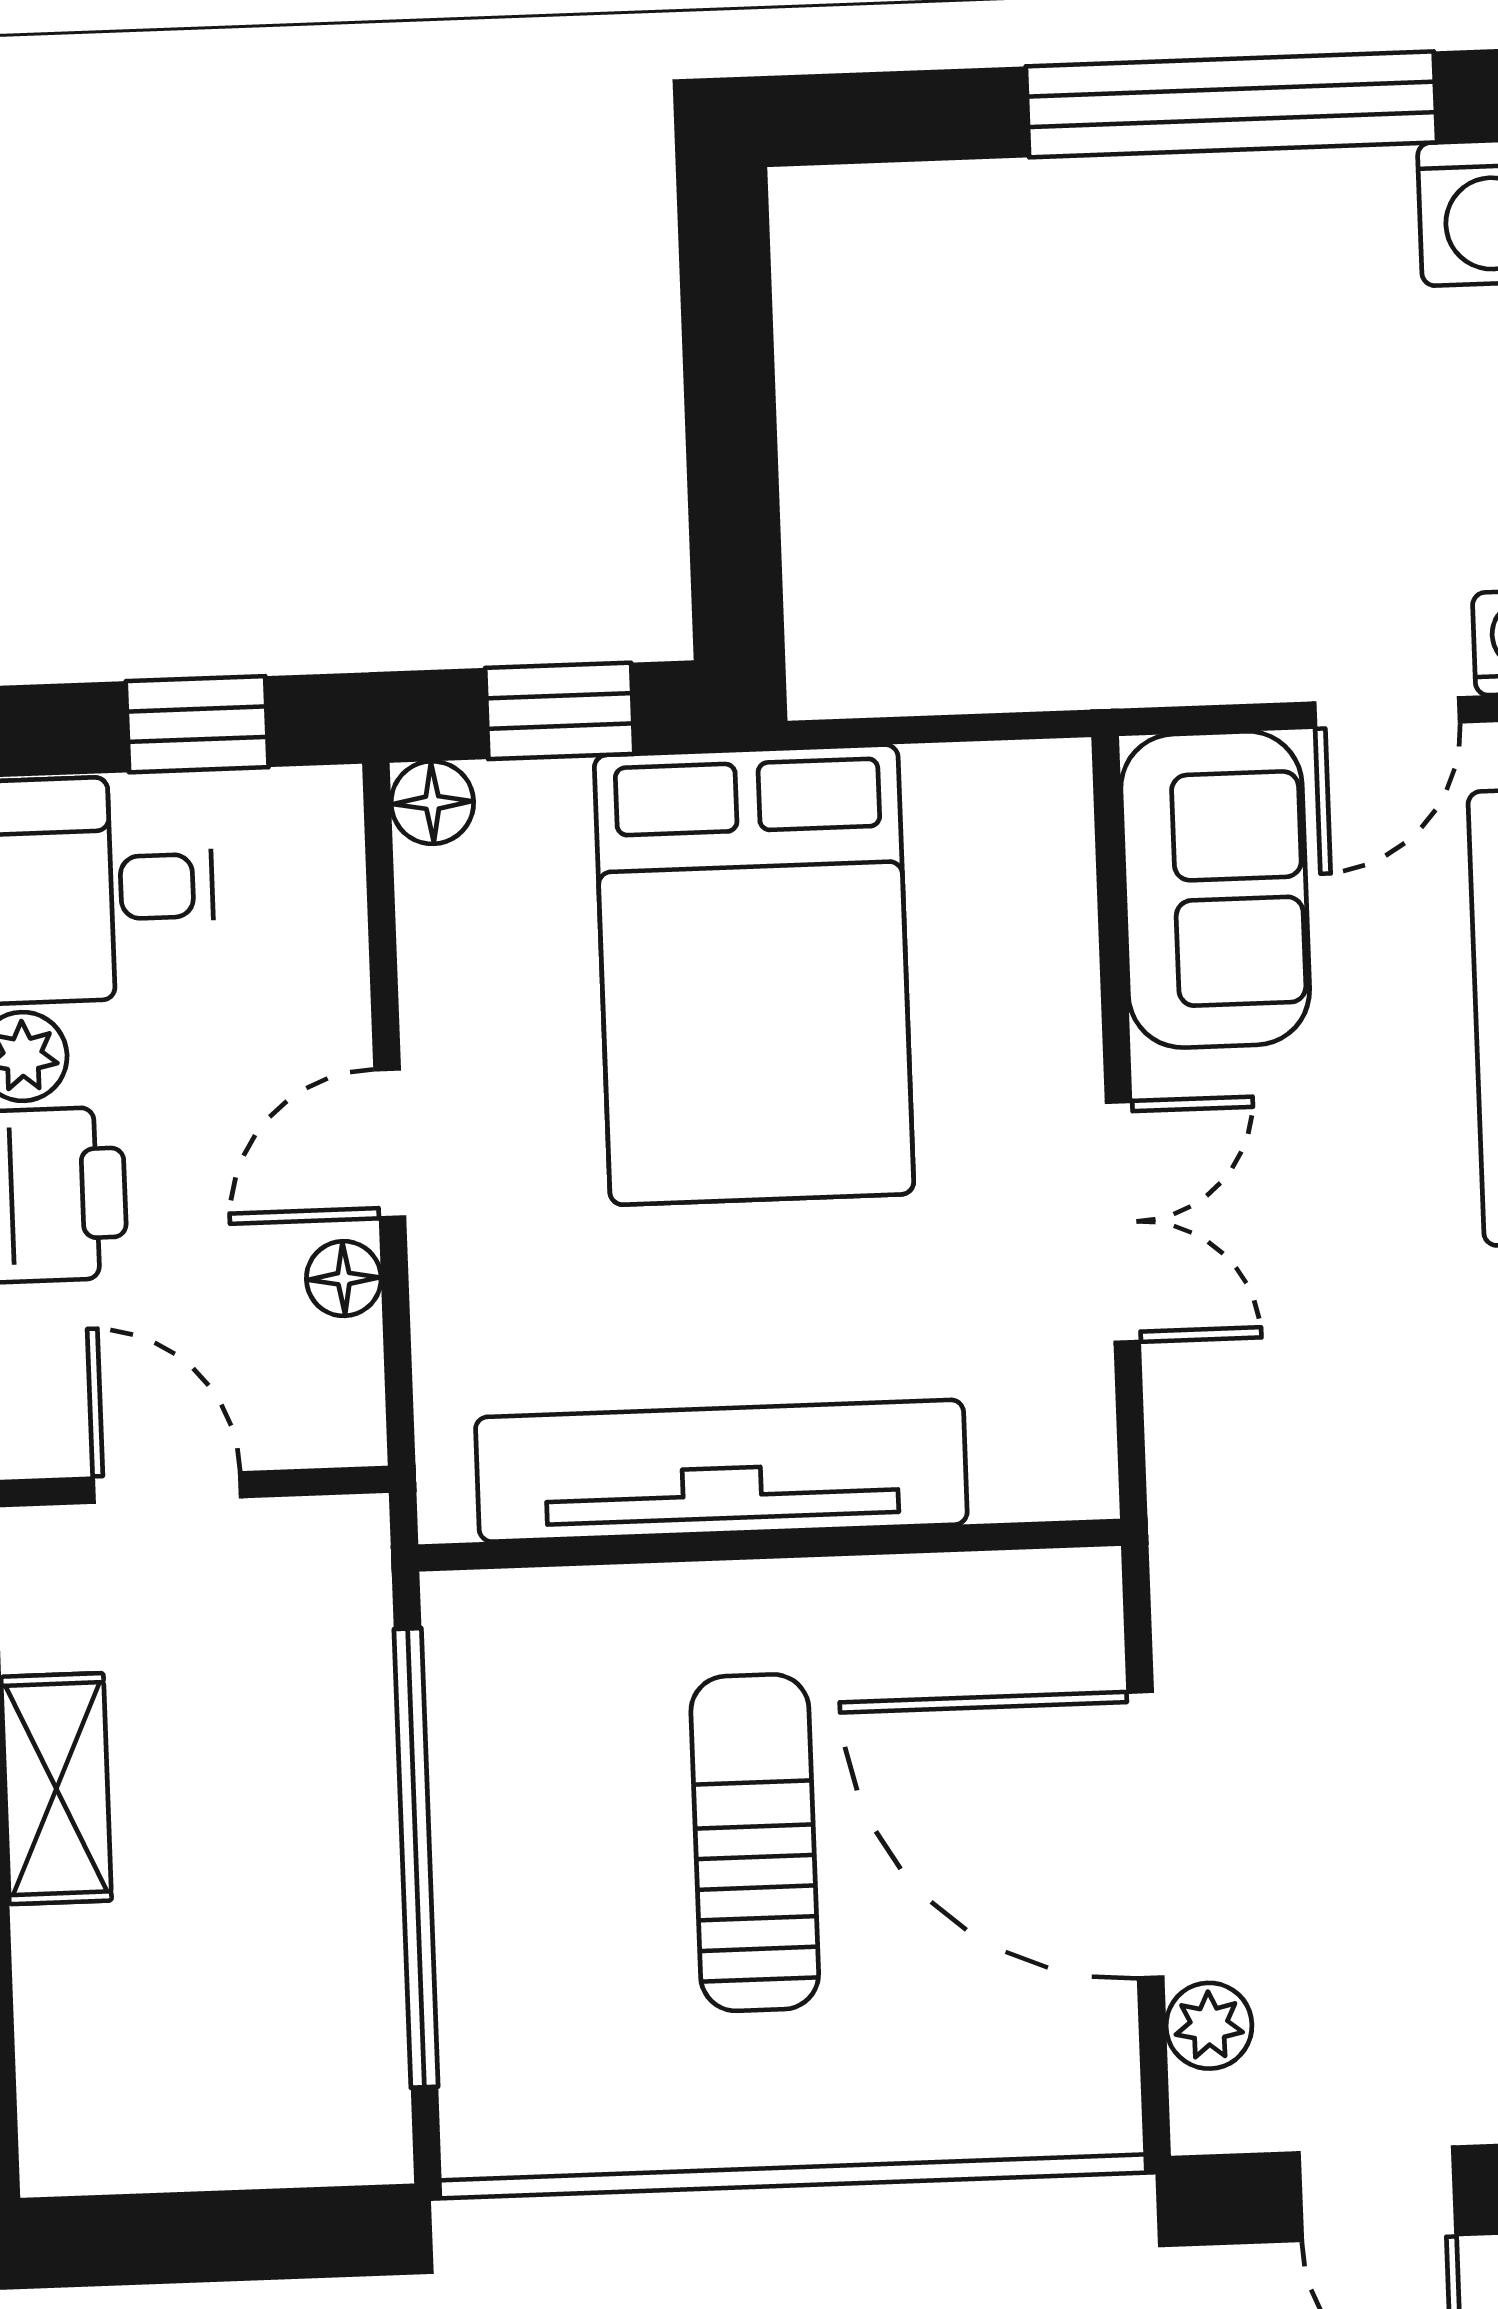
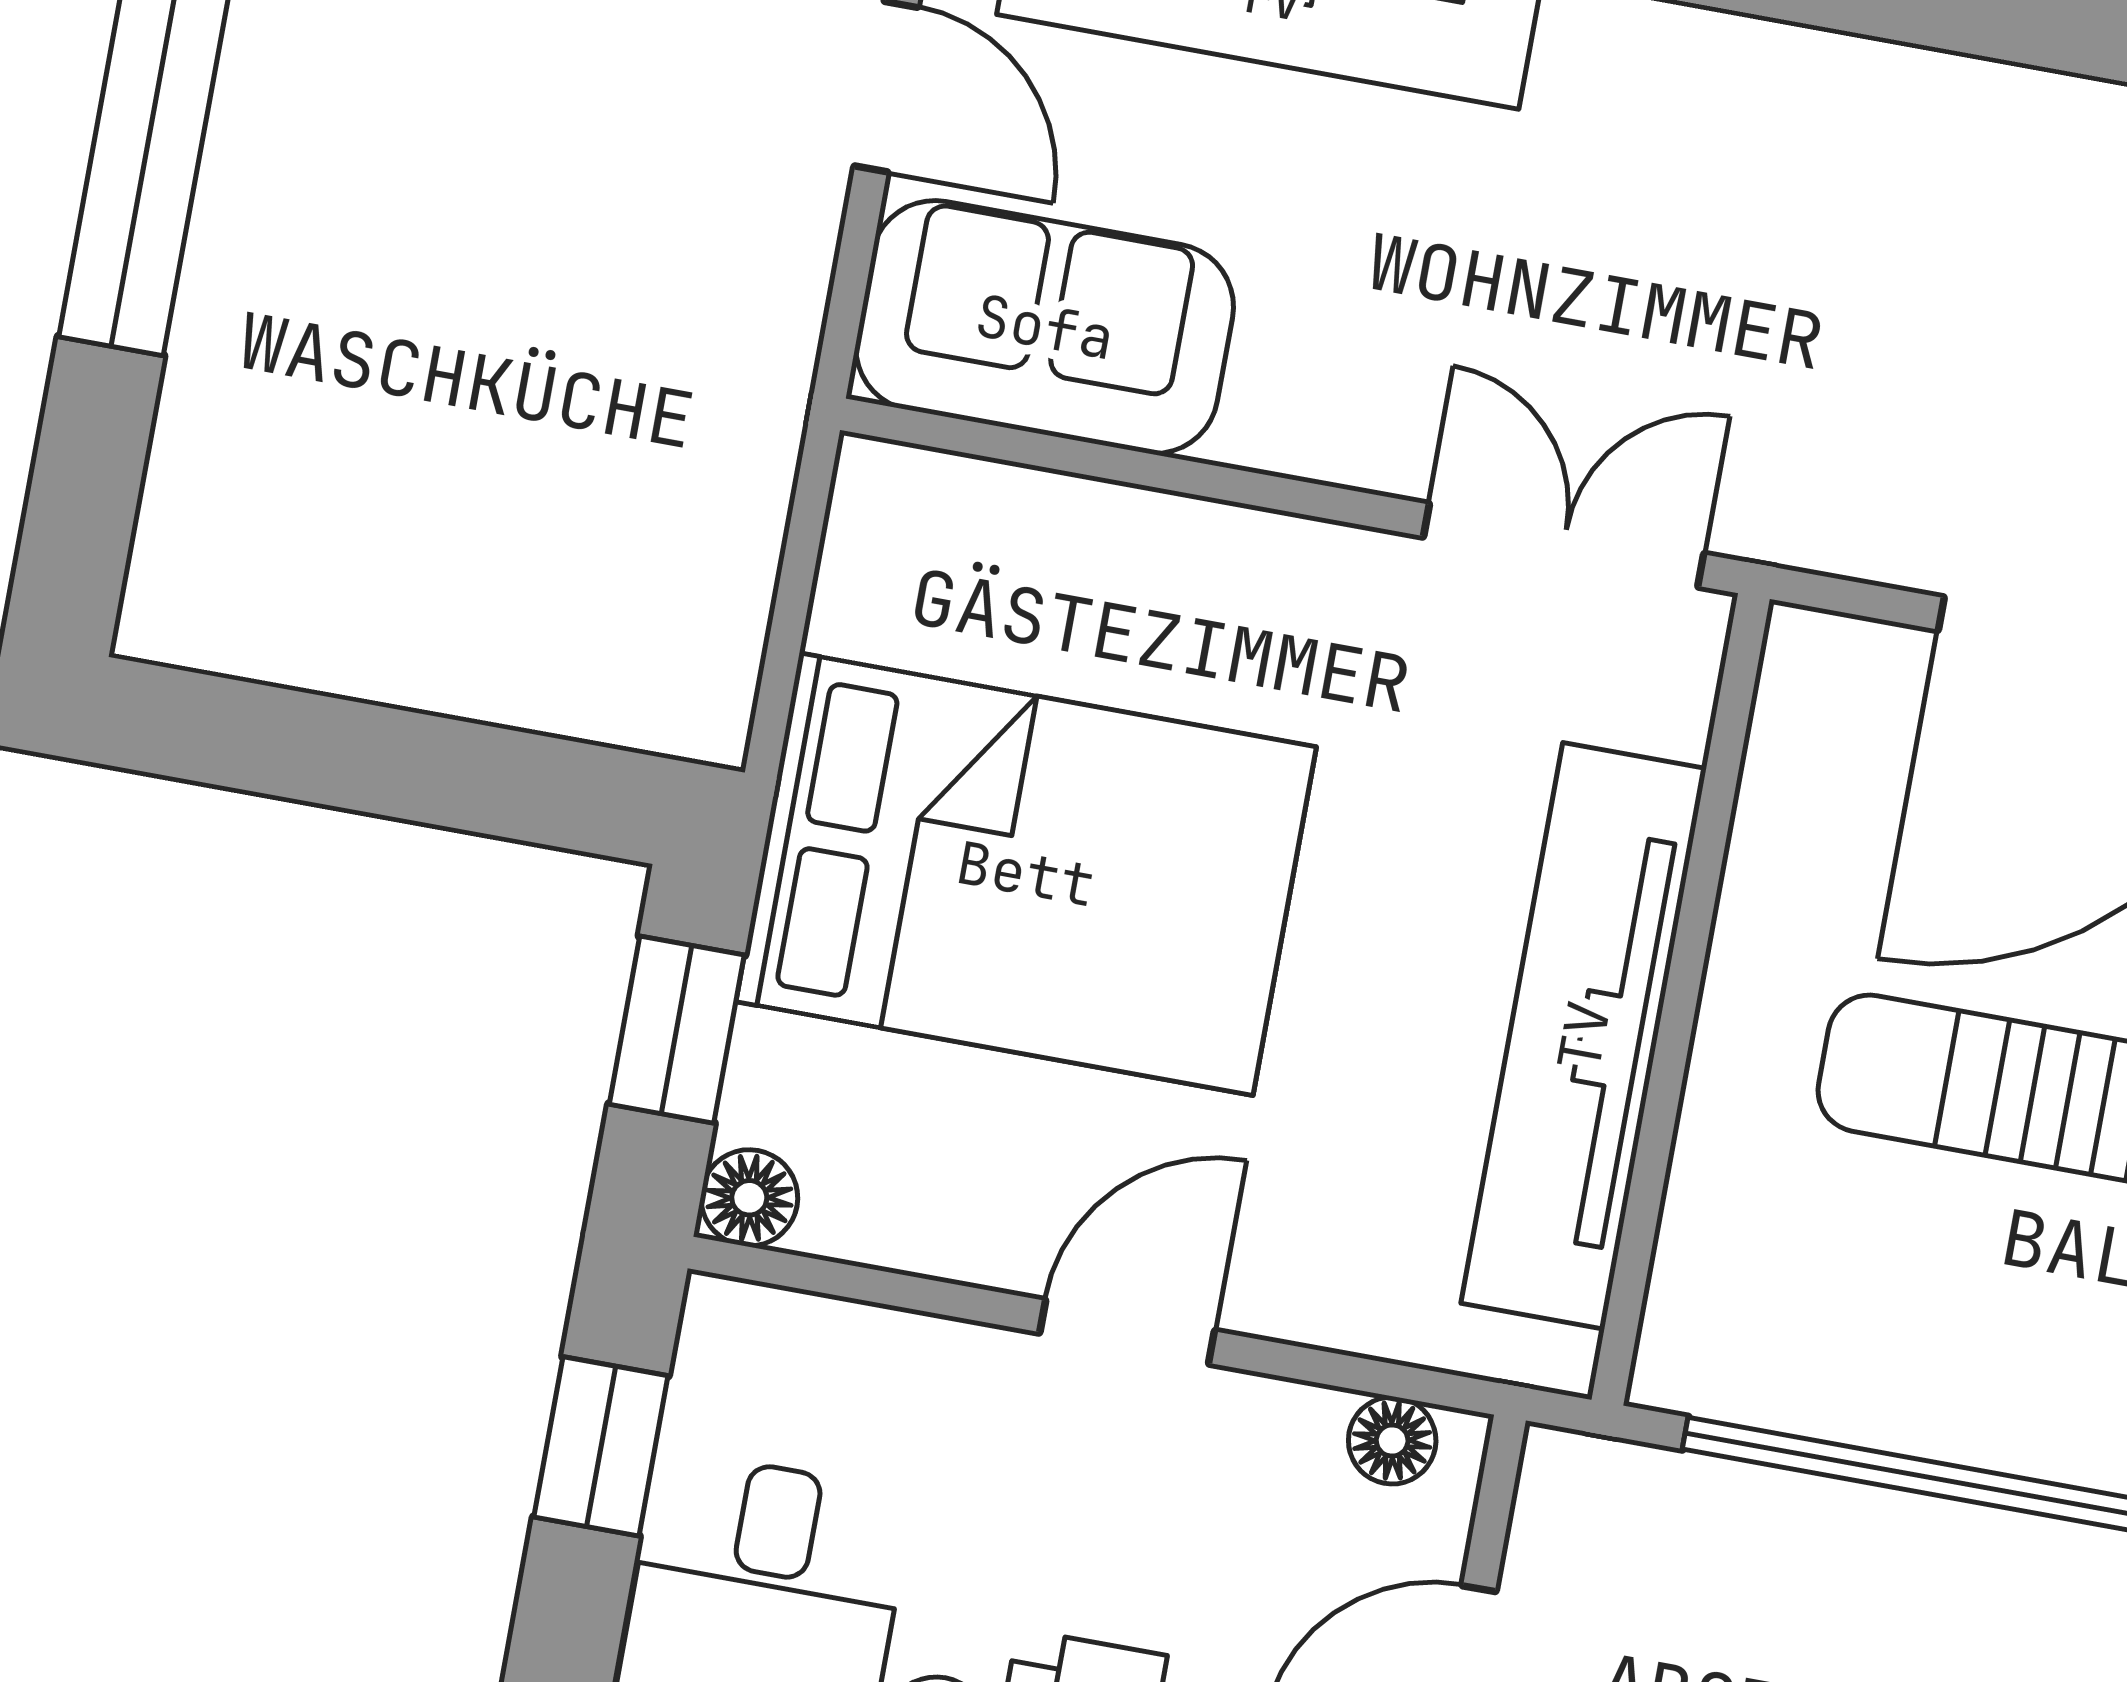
door: (390, 1143) -> (1127, 1332), swing flipped
double door: (1123, 1222) -> (1564, 545), moved
floor lamp: (344, 1279) -> (1392, 1441), moved

